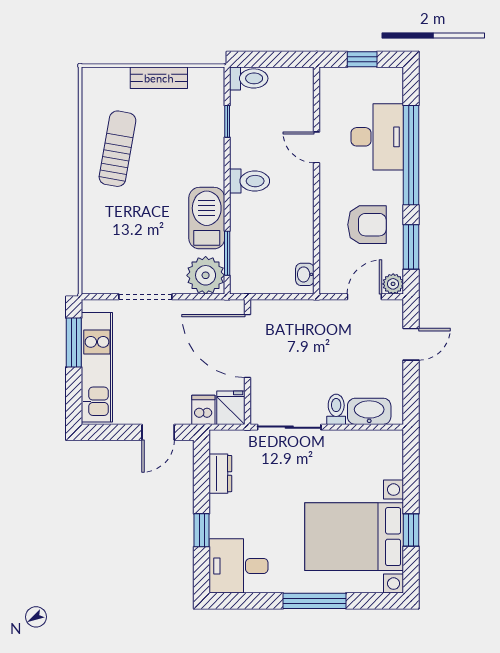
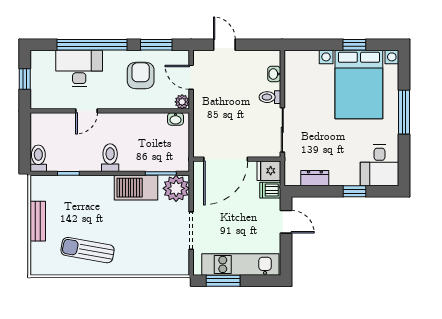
plant: (393, 284) -> (182, 102), moved
washbasin: (369, 411) -> (274, 74), width x0.52, depth x0.69

